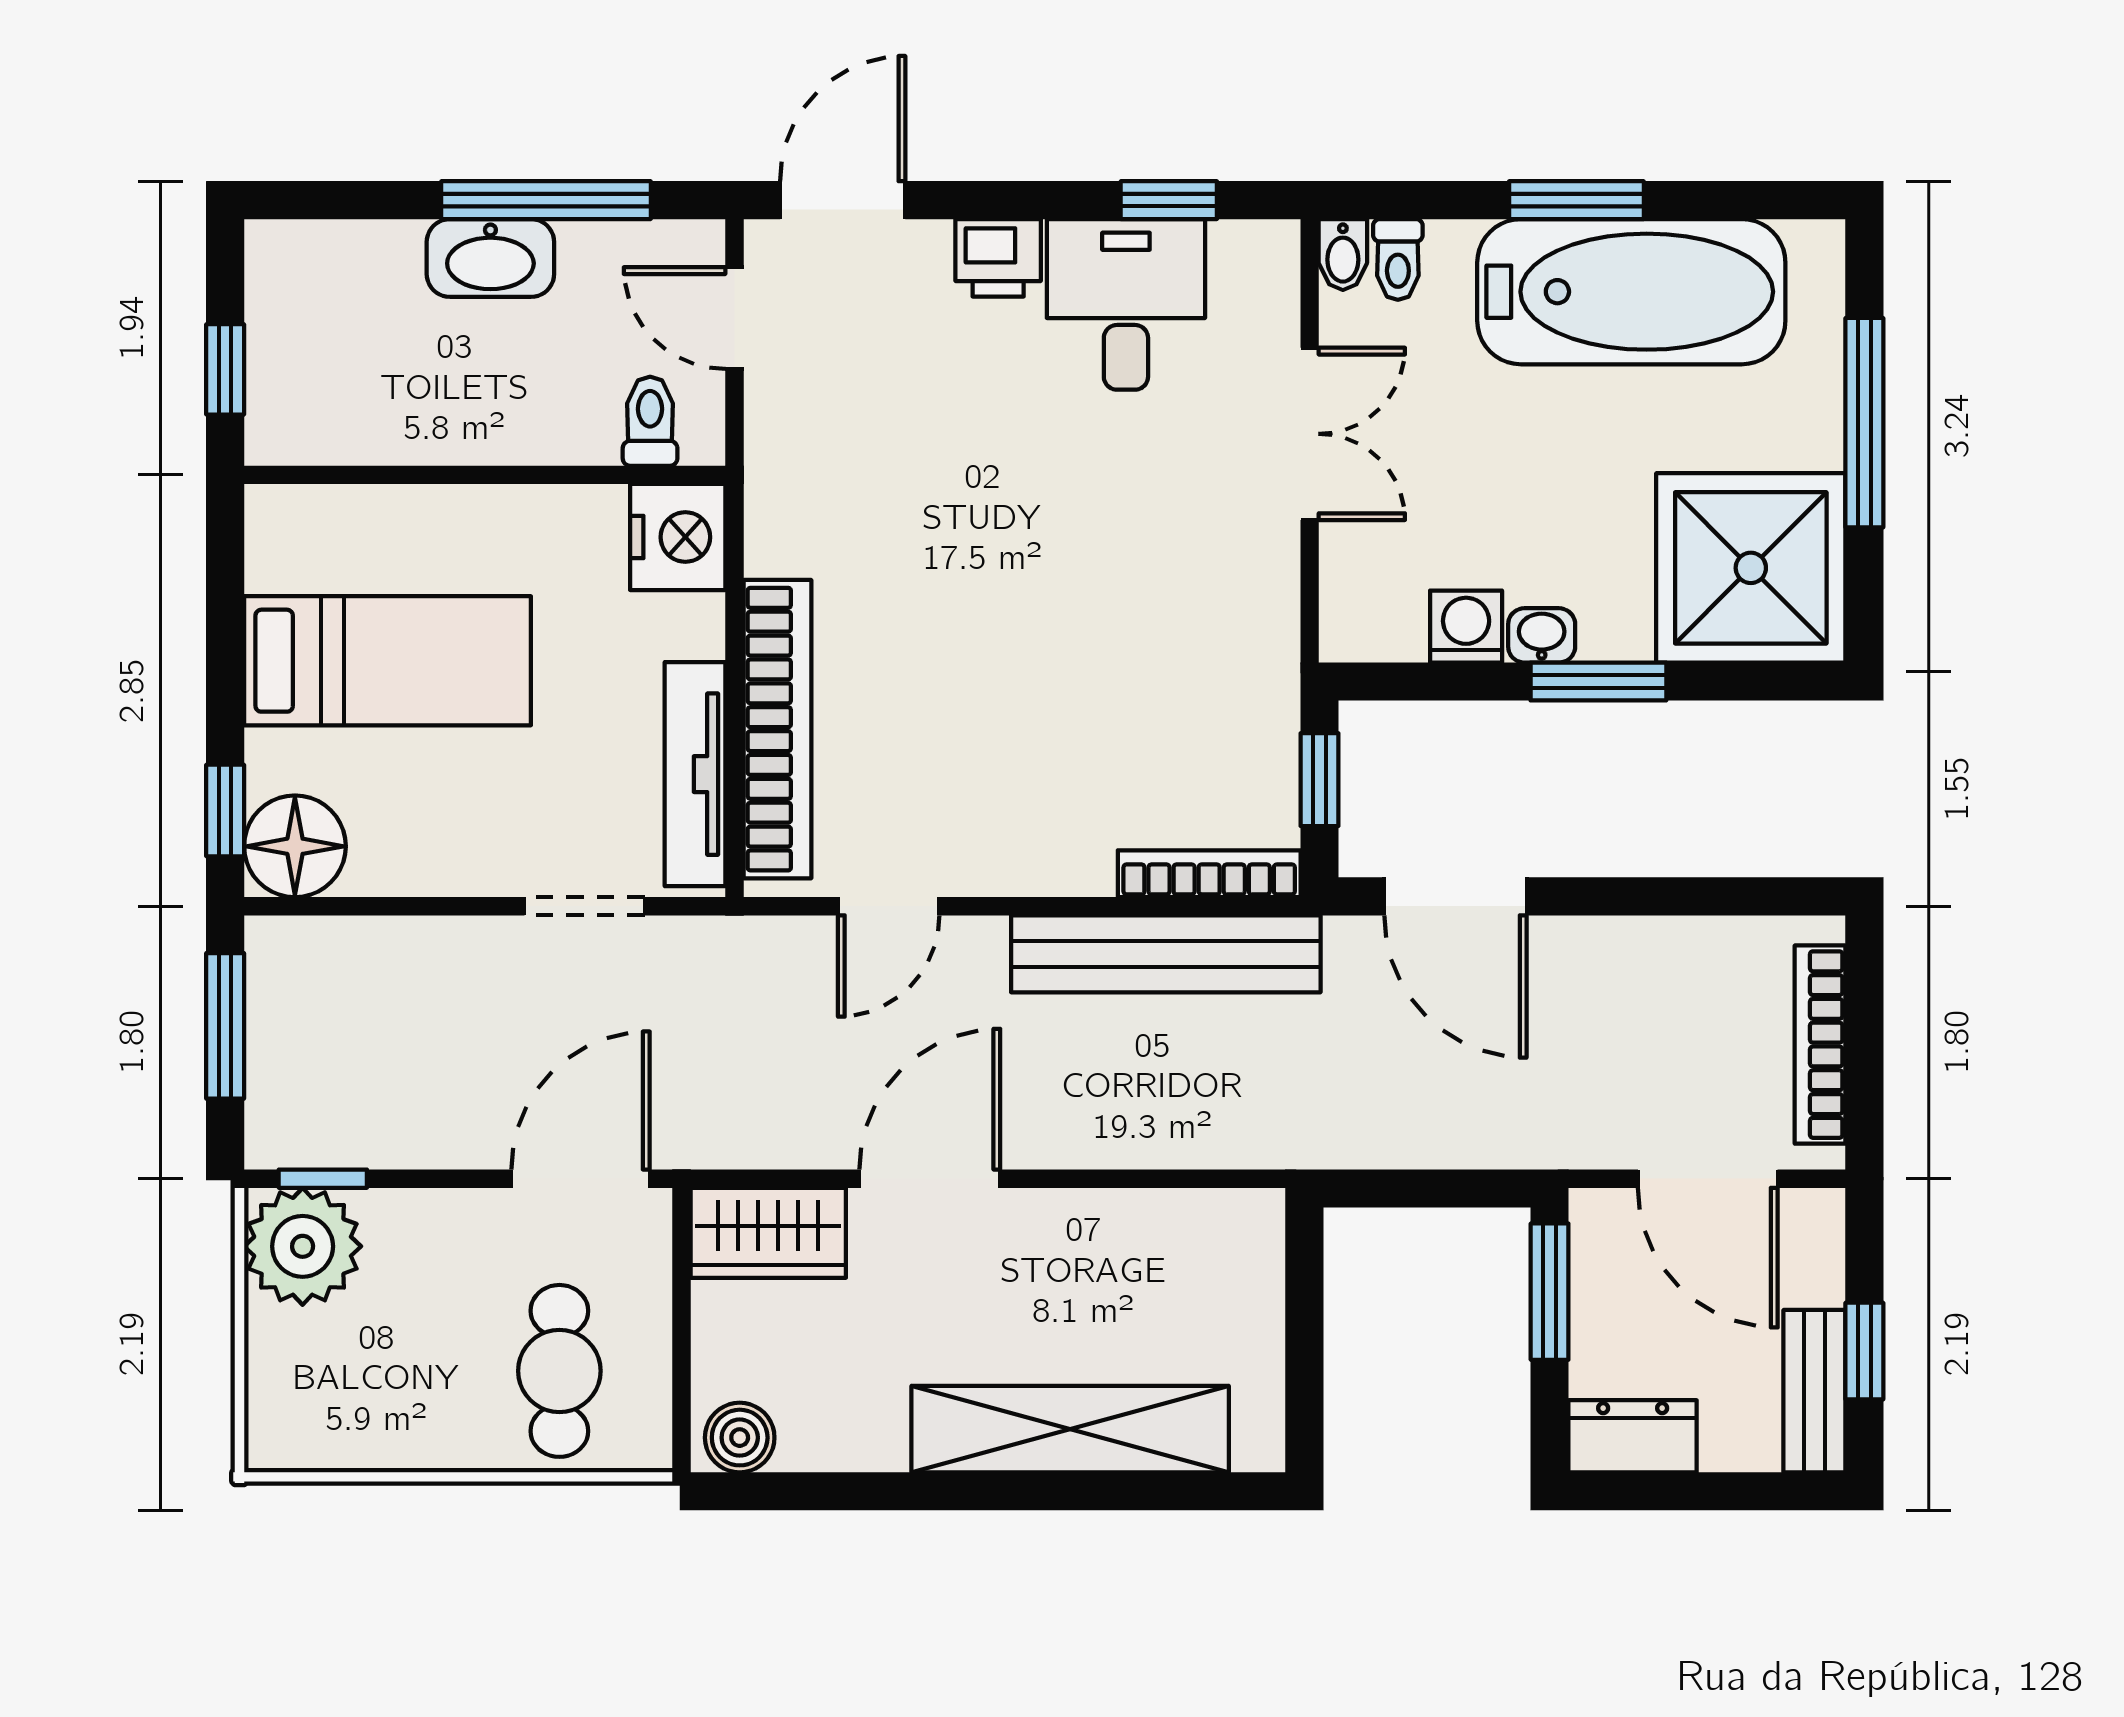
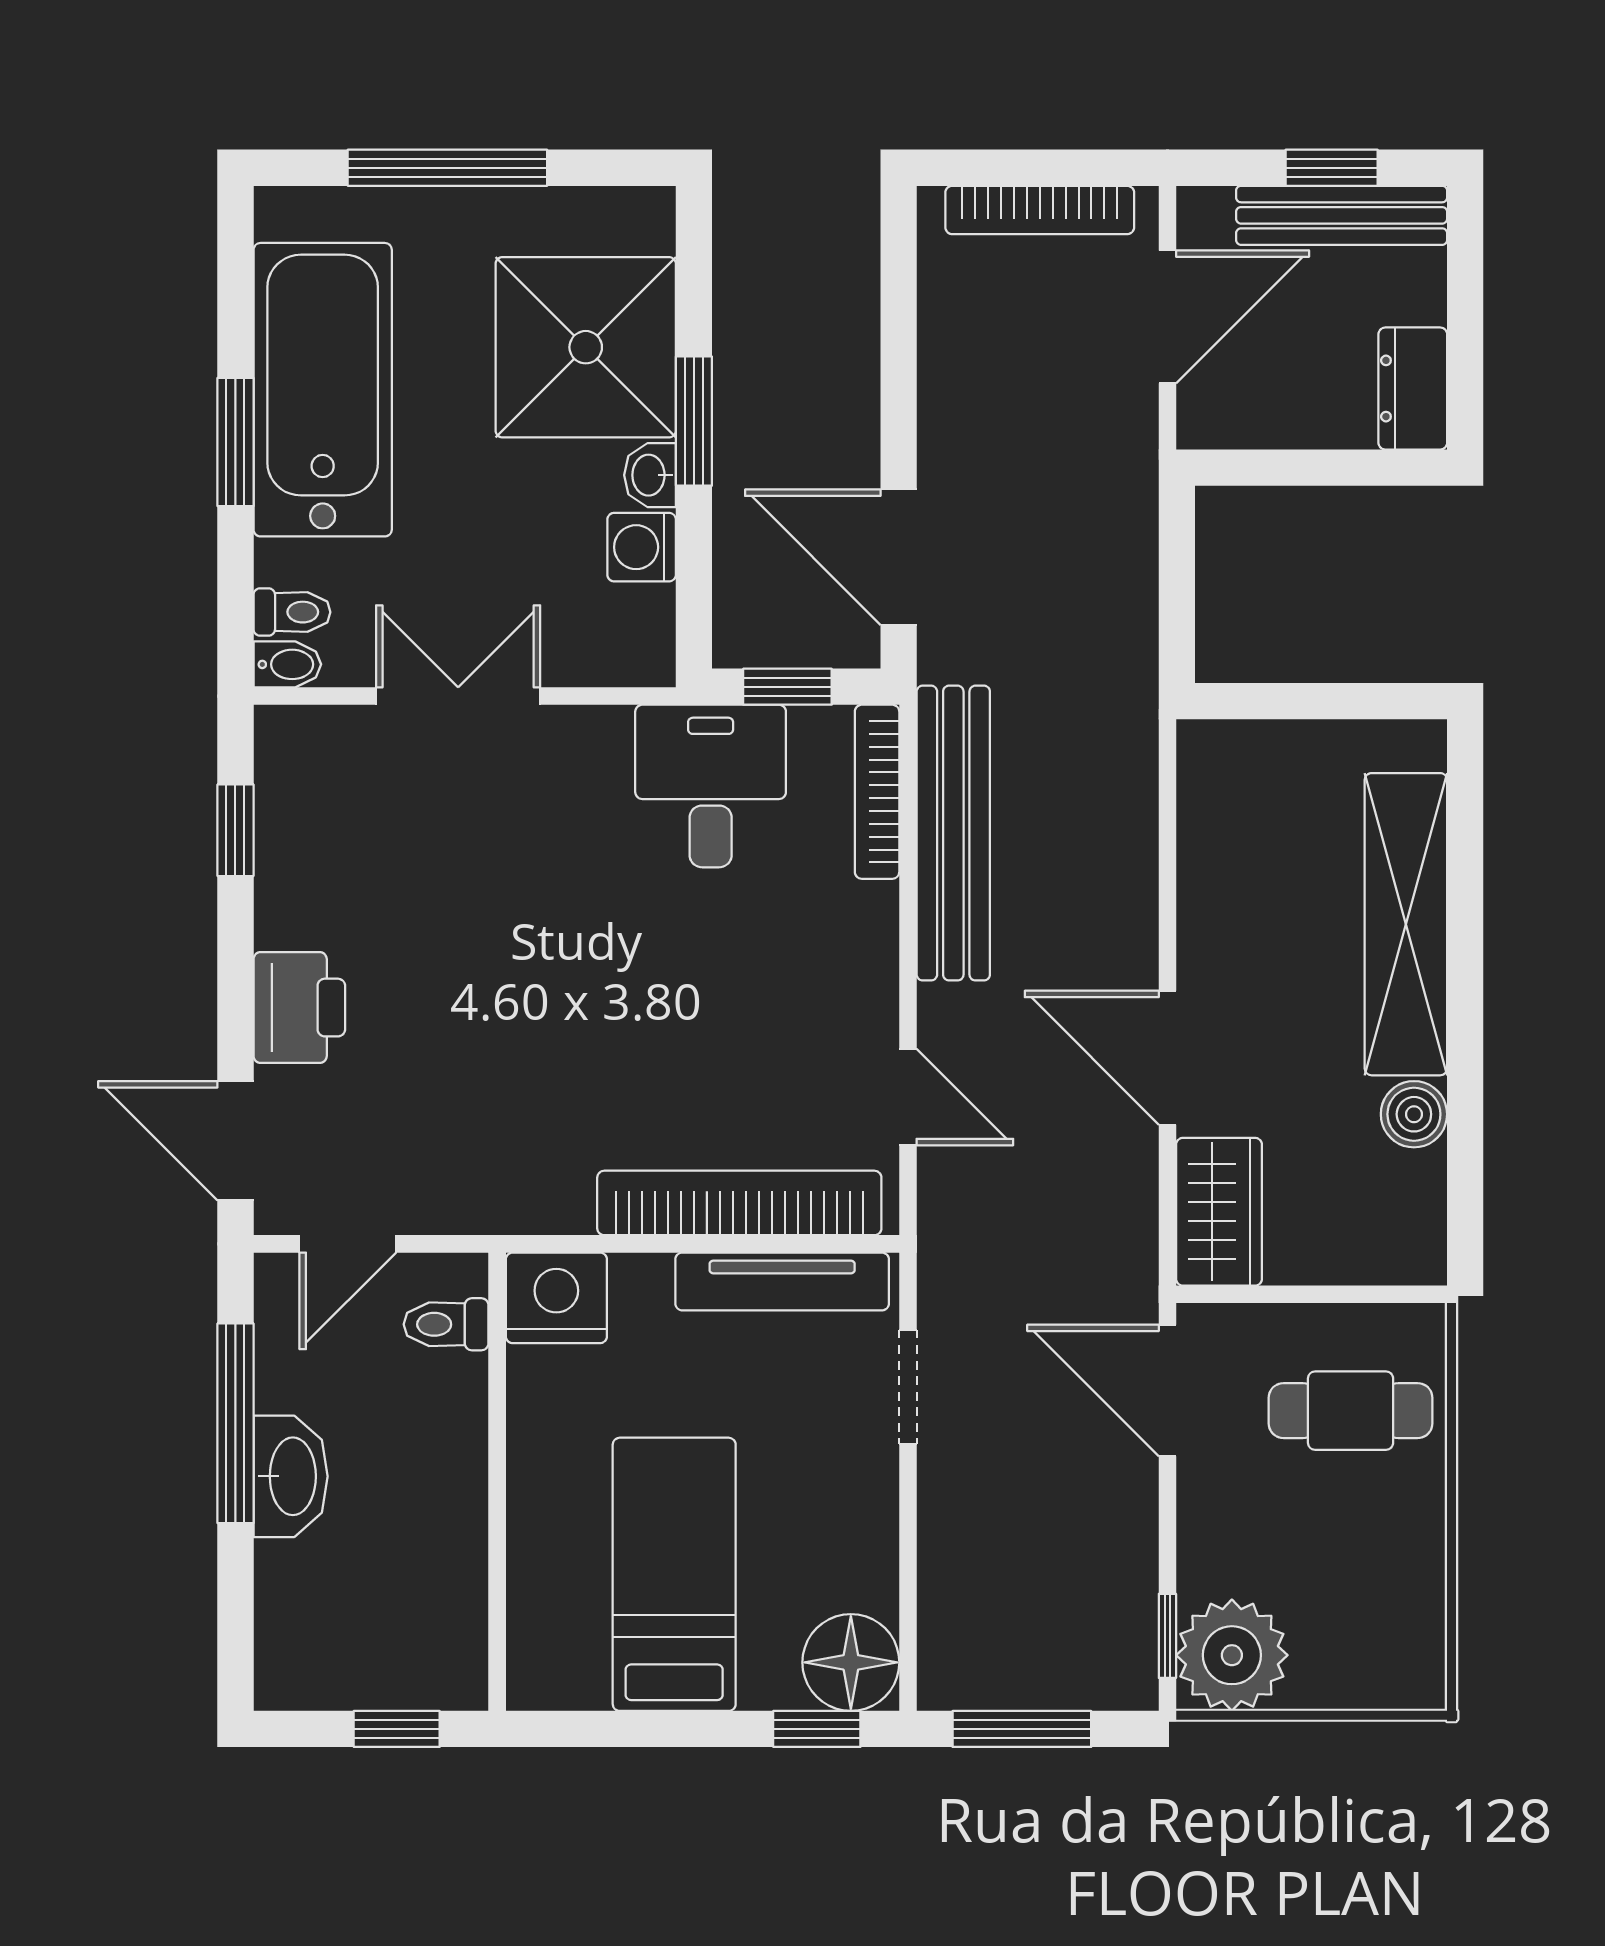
printer: (998, 258) -> (299, 1008), width x1.36, depth x1.24
desk: (1126, 304) -> (711, 786), moved, turned 90
shower: (1751, 568) -> (586, 347), moved
door: (1455, 896) -> (899, 557), swing flipped
window: (1550, 1292) -> (1275, 468), removed
bench: (1814, 1391) -> (1342, 215), width x1.36
boiler: (740, 1438) -> (1414, 1114), moved

